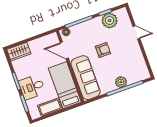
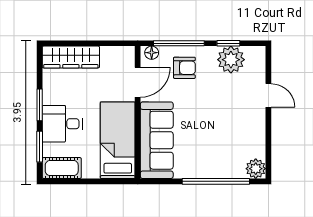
door: (64, 50) -> (138, 82), swing flipped
armchair: (103, 50) -> (184, 68), moved
wardrobe: (19, 52) -> (71, 57), width x1.50
plant: (121, 82) -> (256, 169), moved
cot: (50, 107) -> (62, 168), moved

